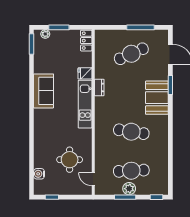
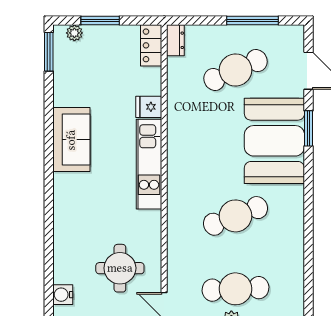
dresser: (99, 87) -> (175, 40), moved
booth: (157, 98) -> (274, 141), width x1.36, depth x1.42
cafe table: (131, 132) -> (236, 216), turned -30

